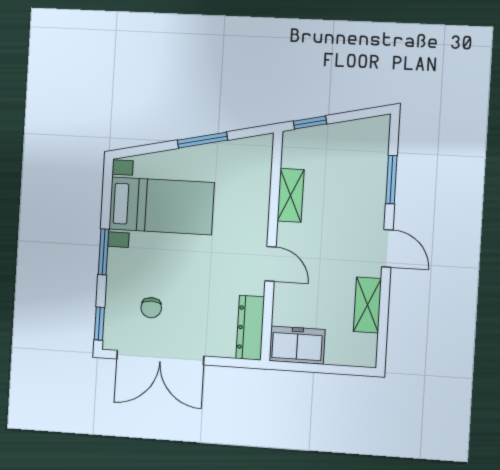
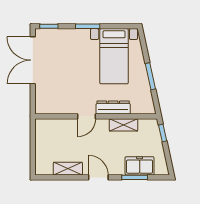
door: (387, 248) -> (98, 177), swing flipped
chair: (151, 308) -> (59, 54), removed
dresser: (250, 328) -> (113, 108), moved
freezer: (297, 345) -> (140, 166), moved, turned -90

